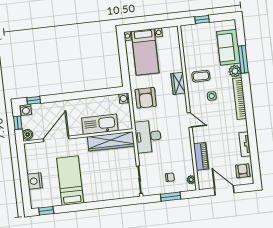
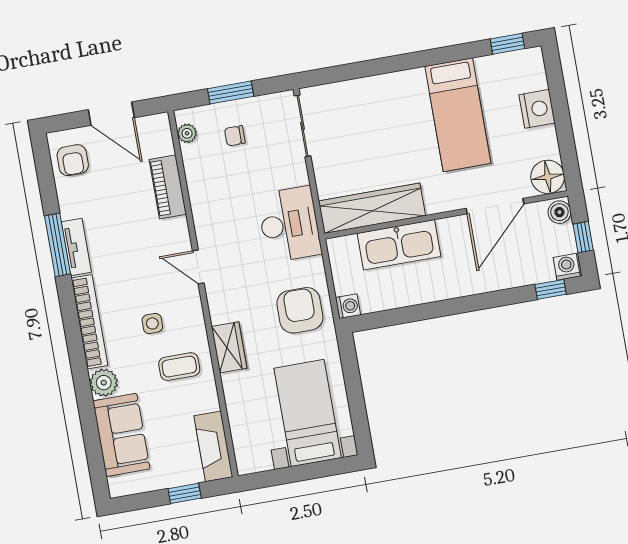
fireplace: (188, 40) -> (213, 446), added
window: (243, 59) -> (57, 245), moved
tv unit: (245, 144) -> (76, 247), moved
floor lamp: (32, 150) -> (548, 177), added

